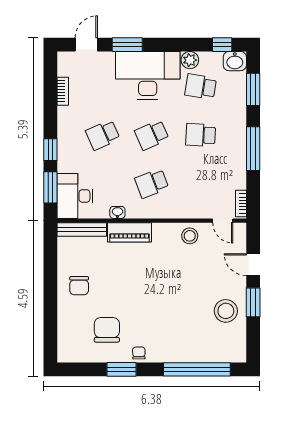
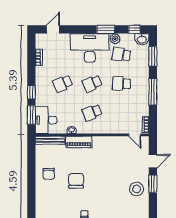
window: (127, 45) -> (106, 29), moved
stool: (190, 236) -> (115, 144), removed
door: (253, 265) -> (153, 161), swing flipped
chair: (107, 330) -> (76, 181), moved

